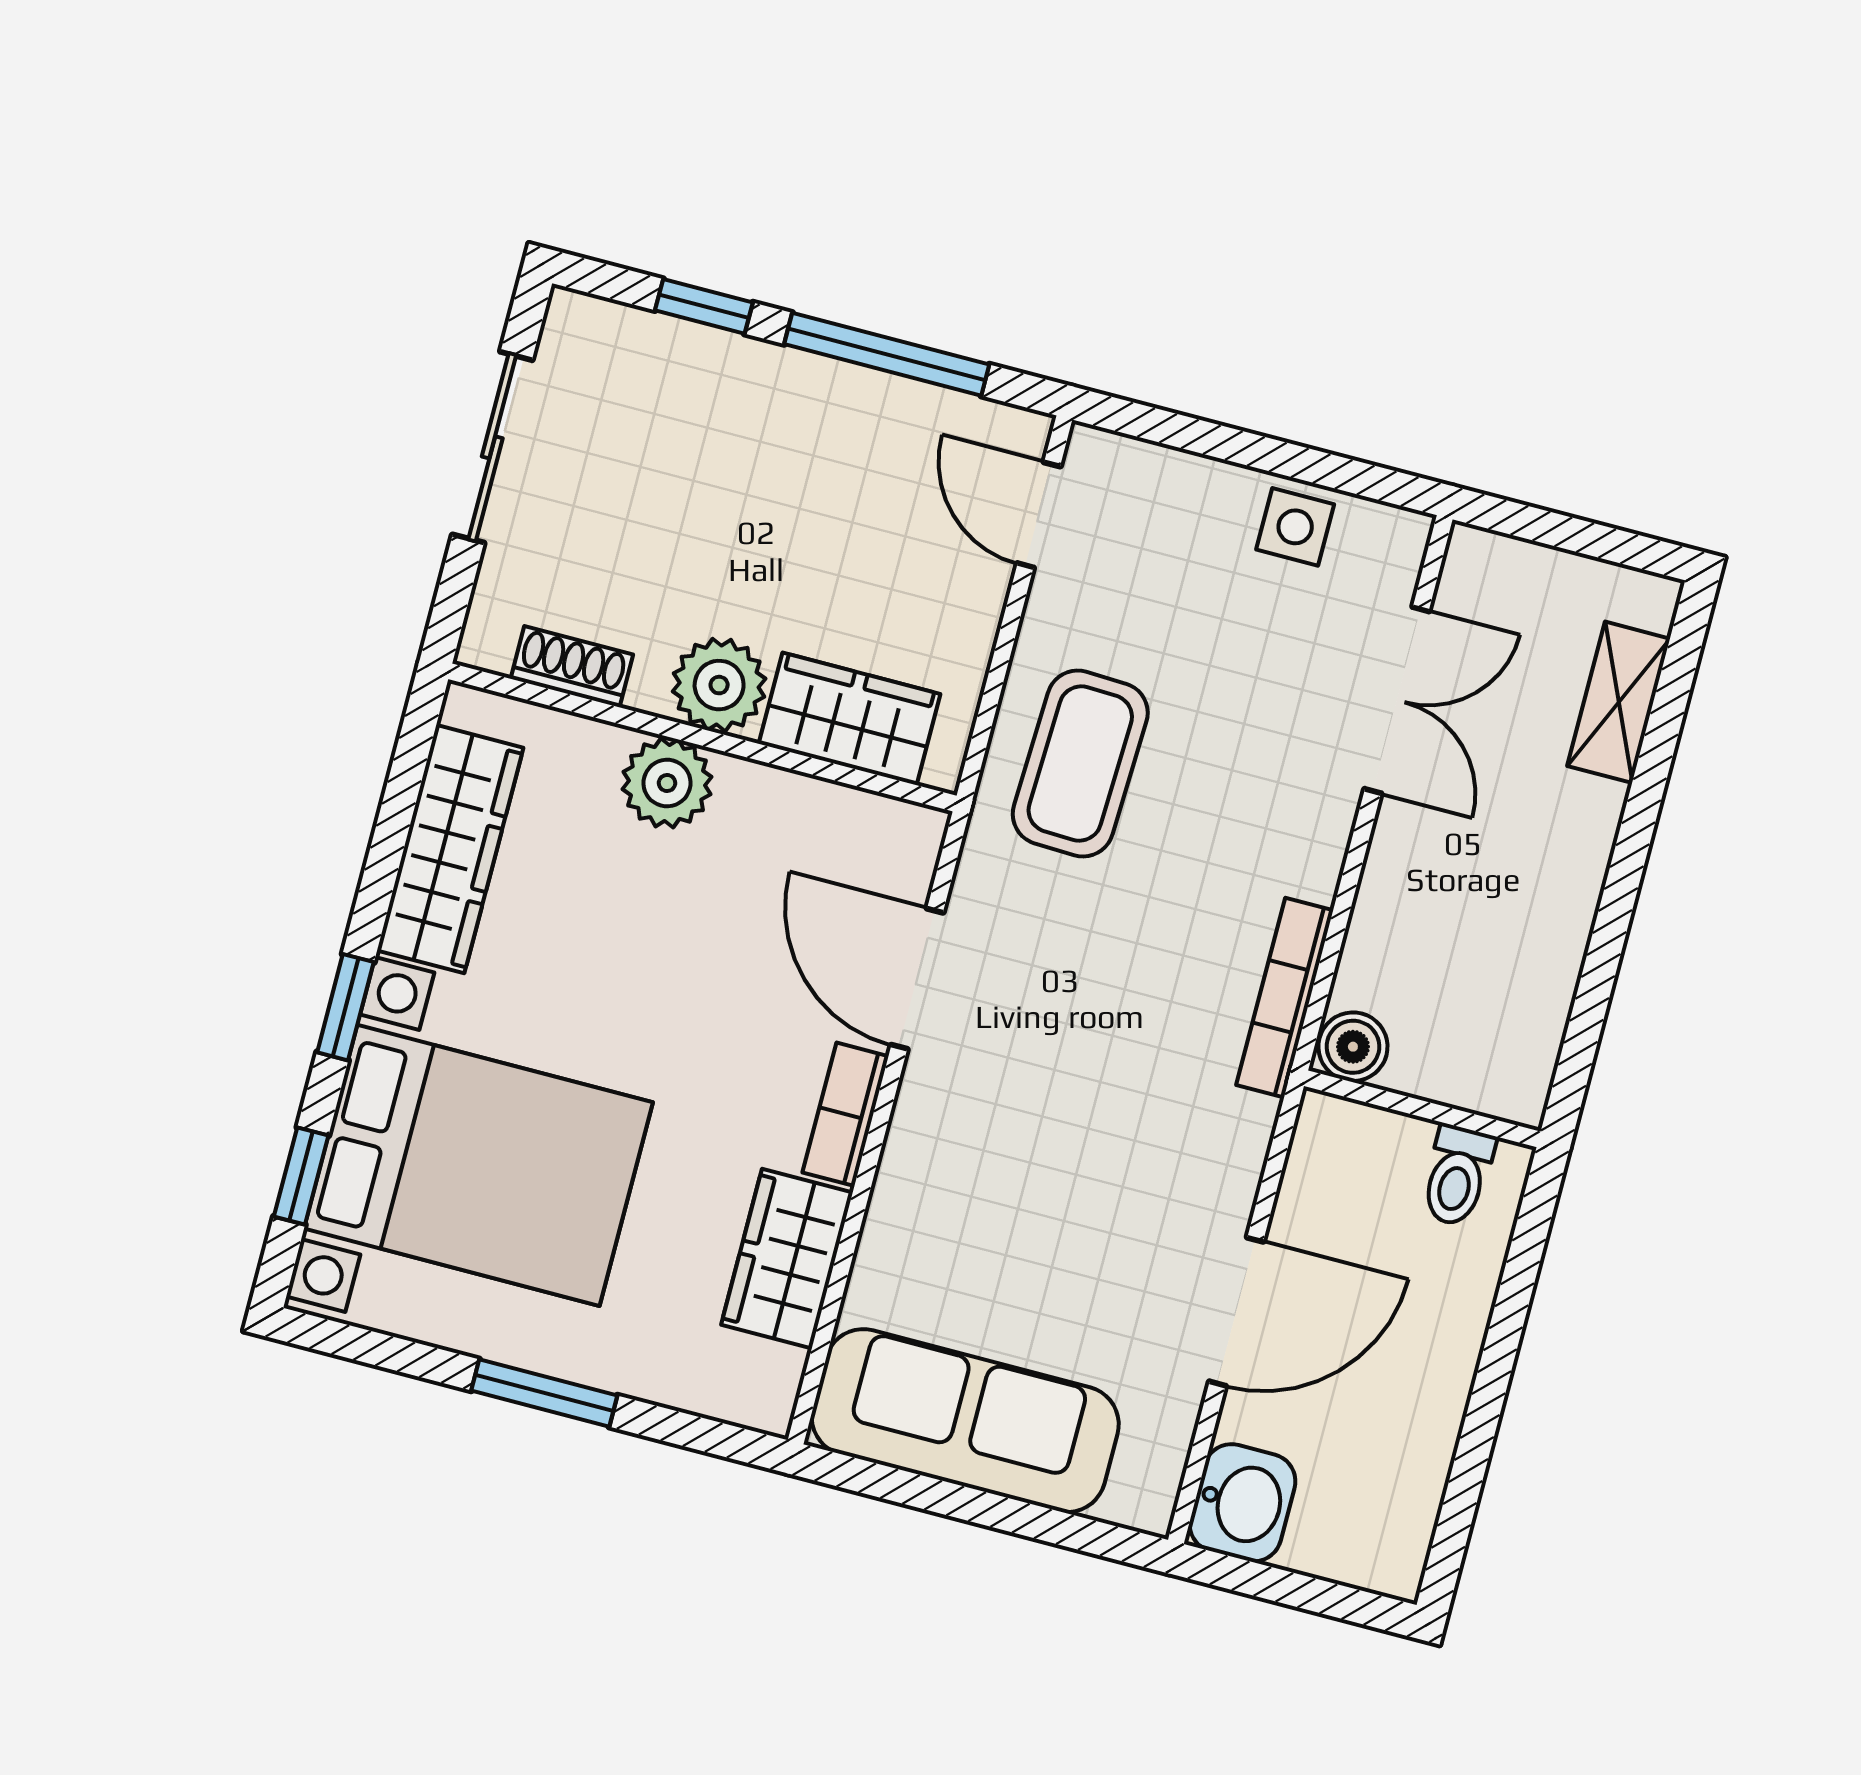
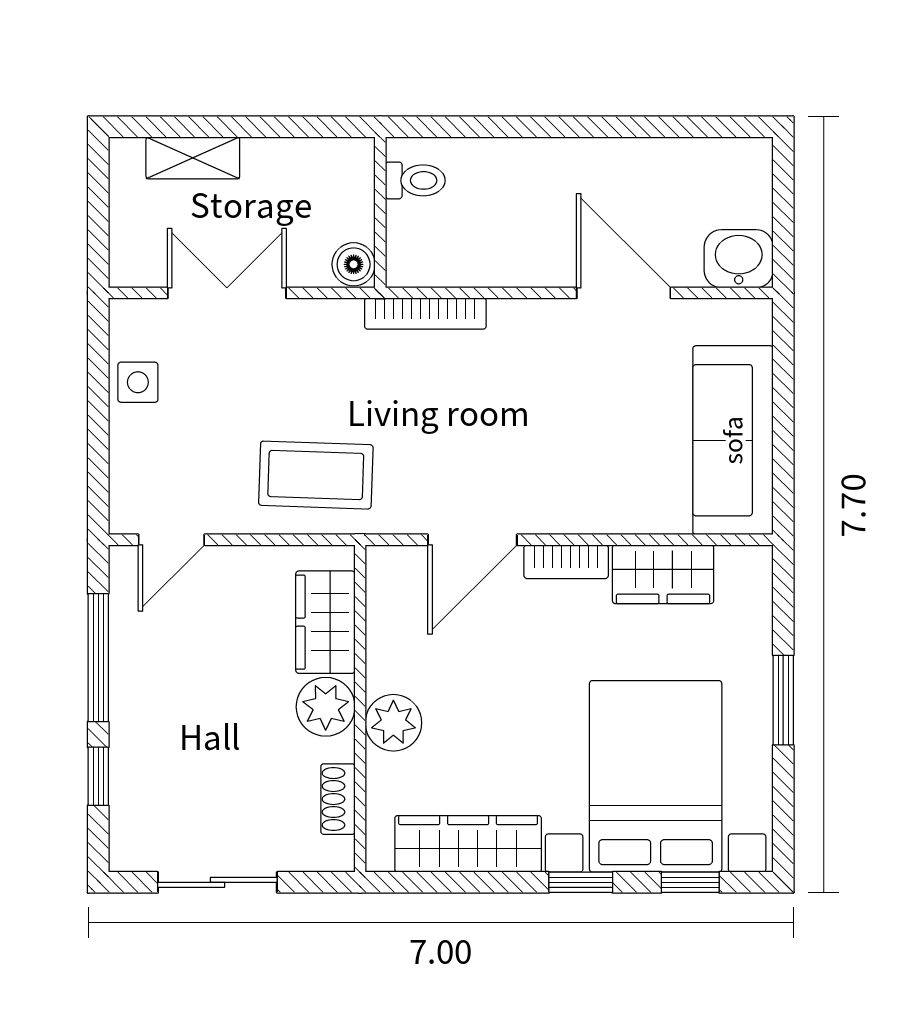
boiler: (1353, 1047) -> (354, 264), moved
wall: (1422, 1109) -> (380, 212), moved
toilet: (1457, 1176) -> (415, 180), moved

